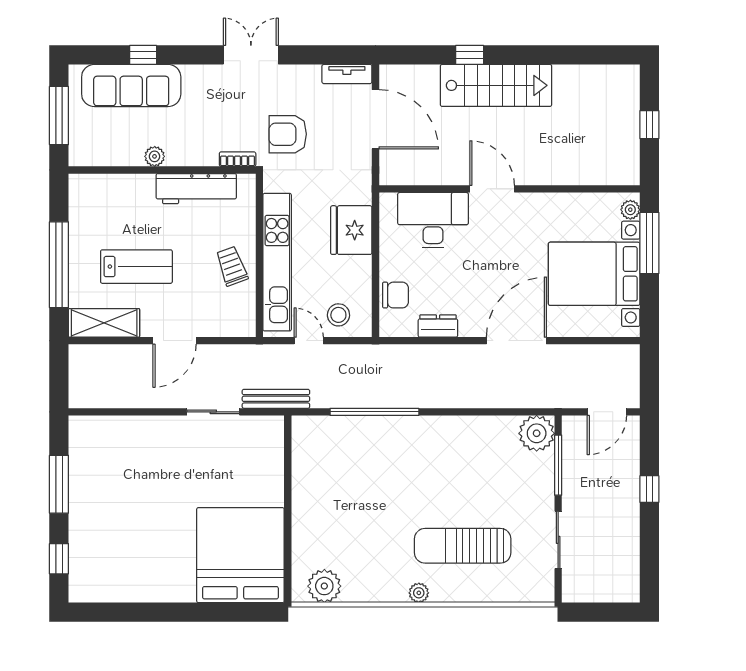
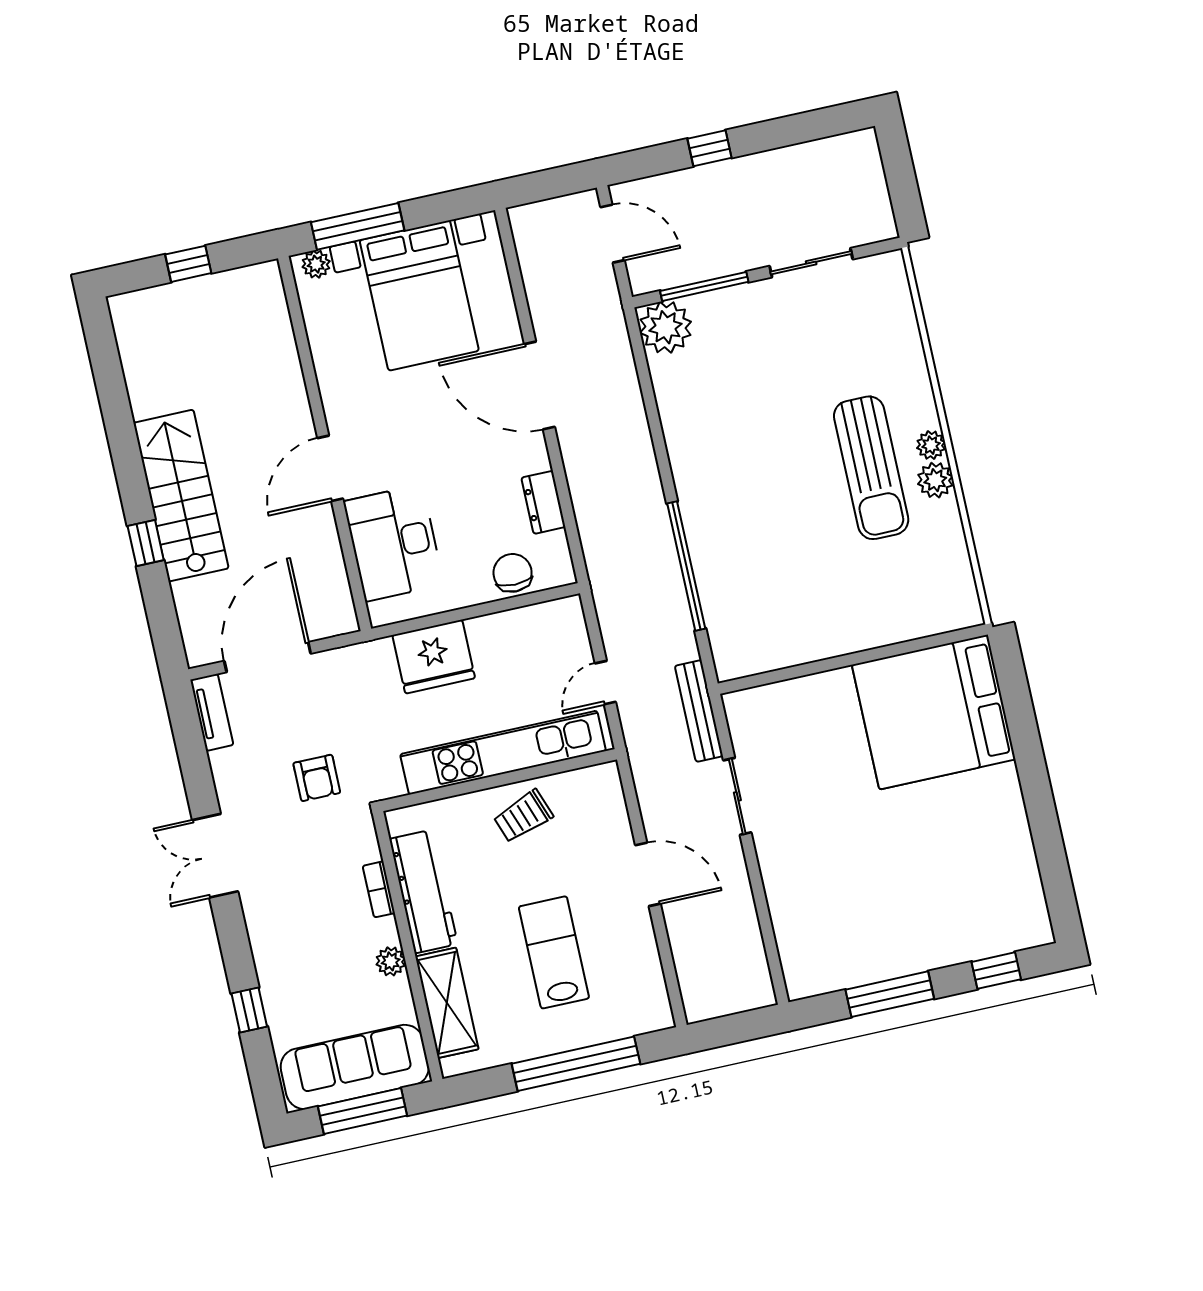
sofa: (131, 86) -> (355, 1067), moved, turned -90
armchair: (288, 134) -> (317, 778), width x0.72, depth x0.72
bookcase: (238, 159) -> (379, 889), moved
stool: (338, 315) -> (559, 648), removed
shelving: (104, 323) -> (447, 1003), moved
sun lounger: (463, 546) -> (871, 468), moved
plant: (324, 586) -> (935, 480), moved, width x0.73, depth x0.73

